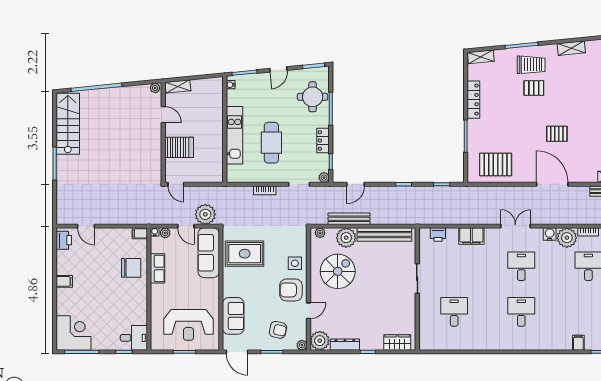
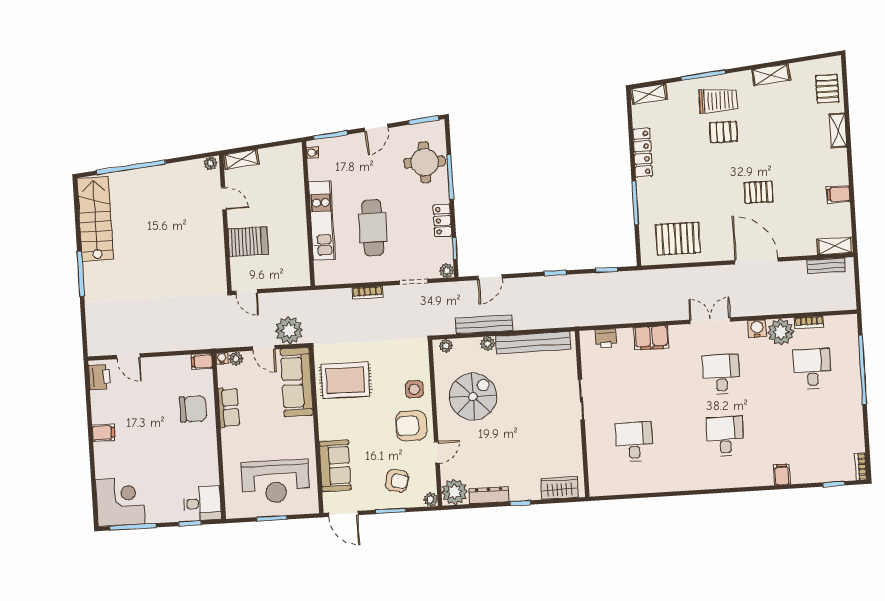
plant: (346, 238) -> (488, 344), width x0.53, depth x0.53
filing cabinet: (578, 343) -> (782, 475), moved

